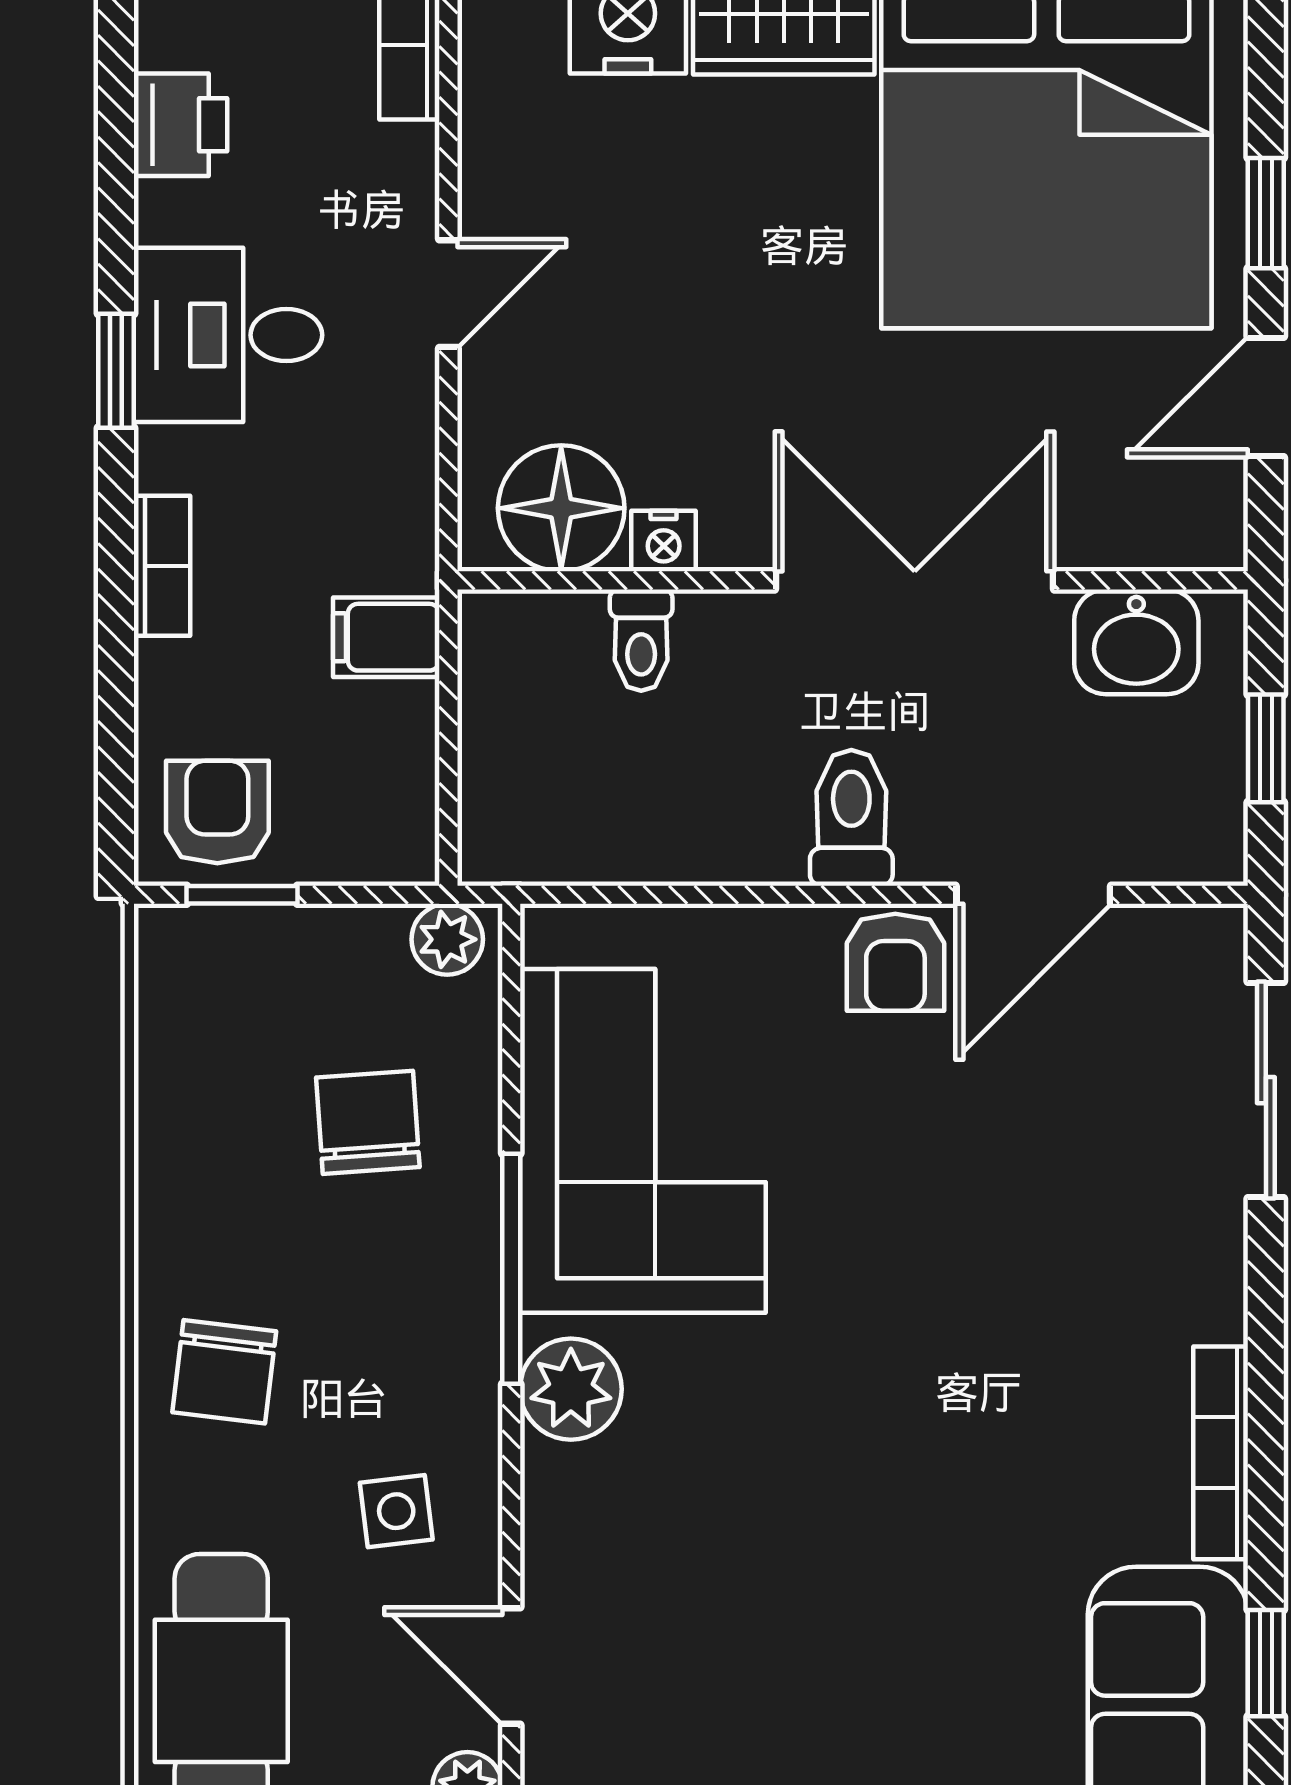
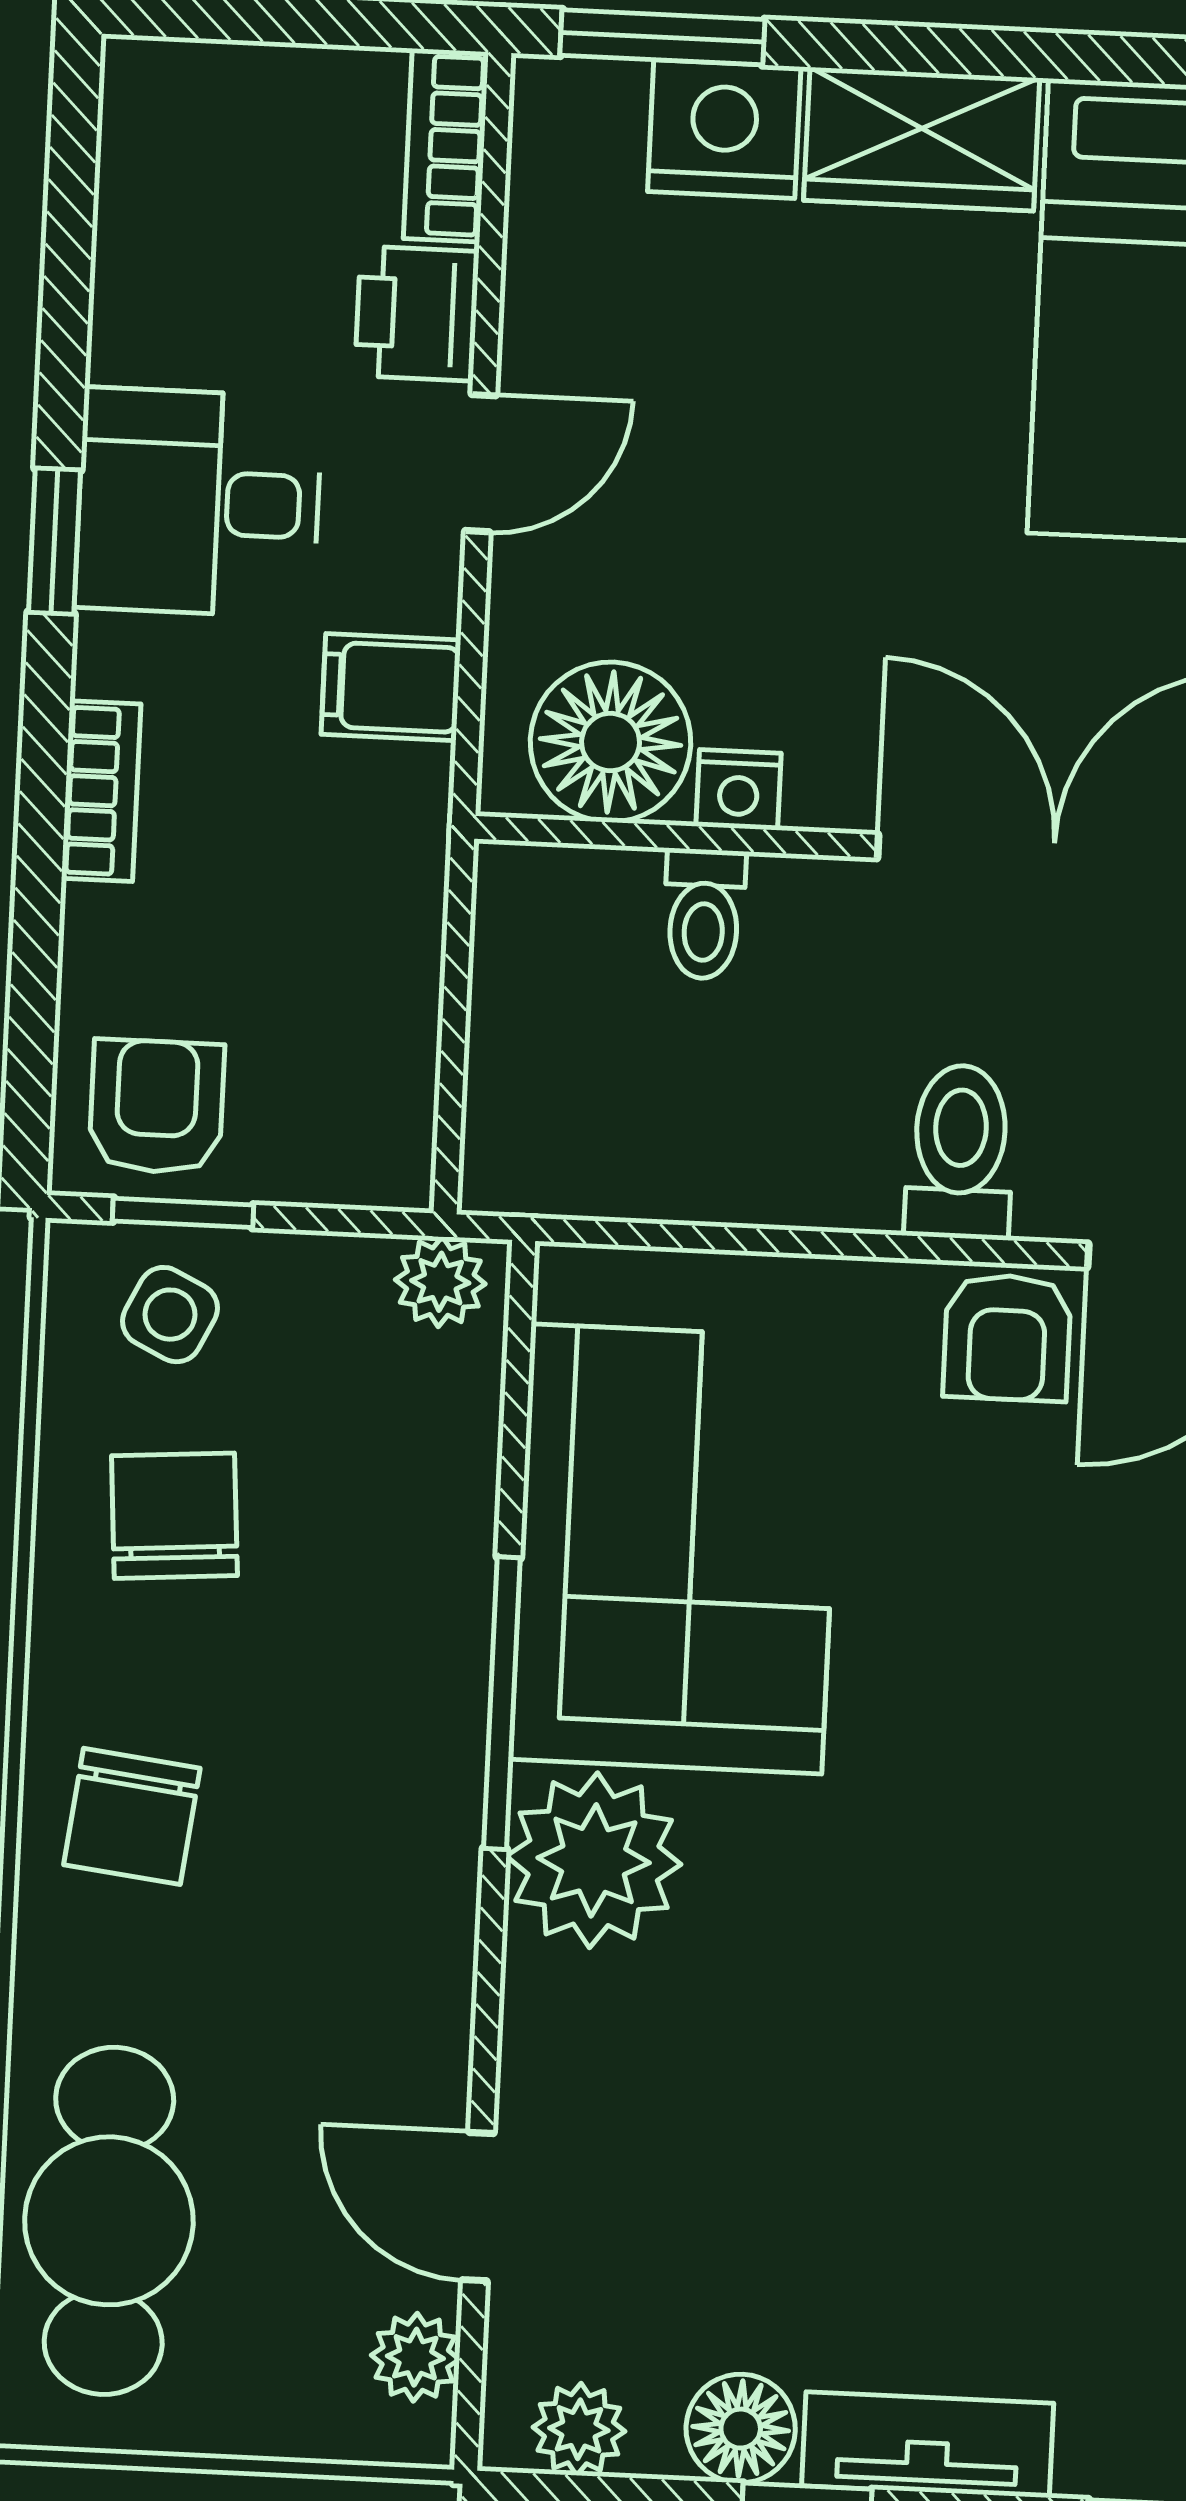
printer: (181, 125) -> (417, 314), moved, turned 180
filing cabinet: (386, 637) -> (391, 687), moved
chair: (368, 1122) -> (174, 1516), moved
plant: (571, 1389) -> (594, 1860), width x1.36, depth x1.36
side table: (396, 1511) -> (170, 1315), moved, turned 33

